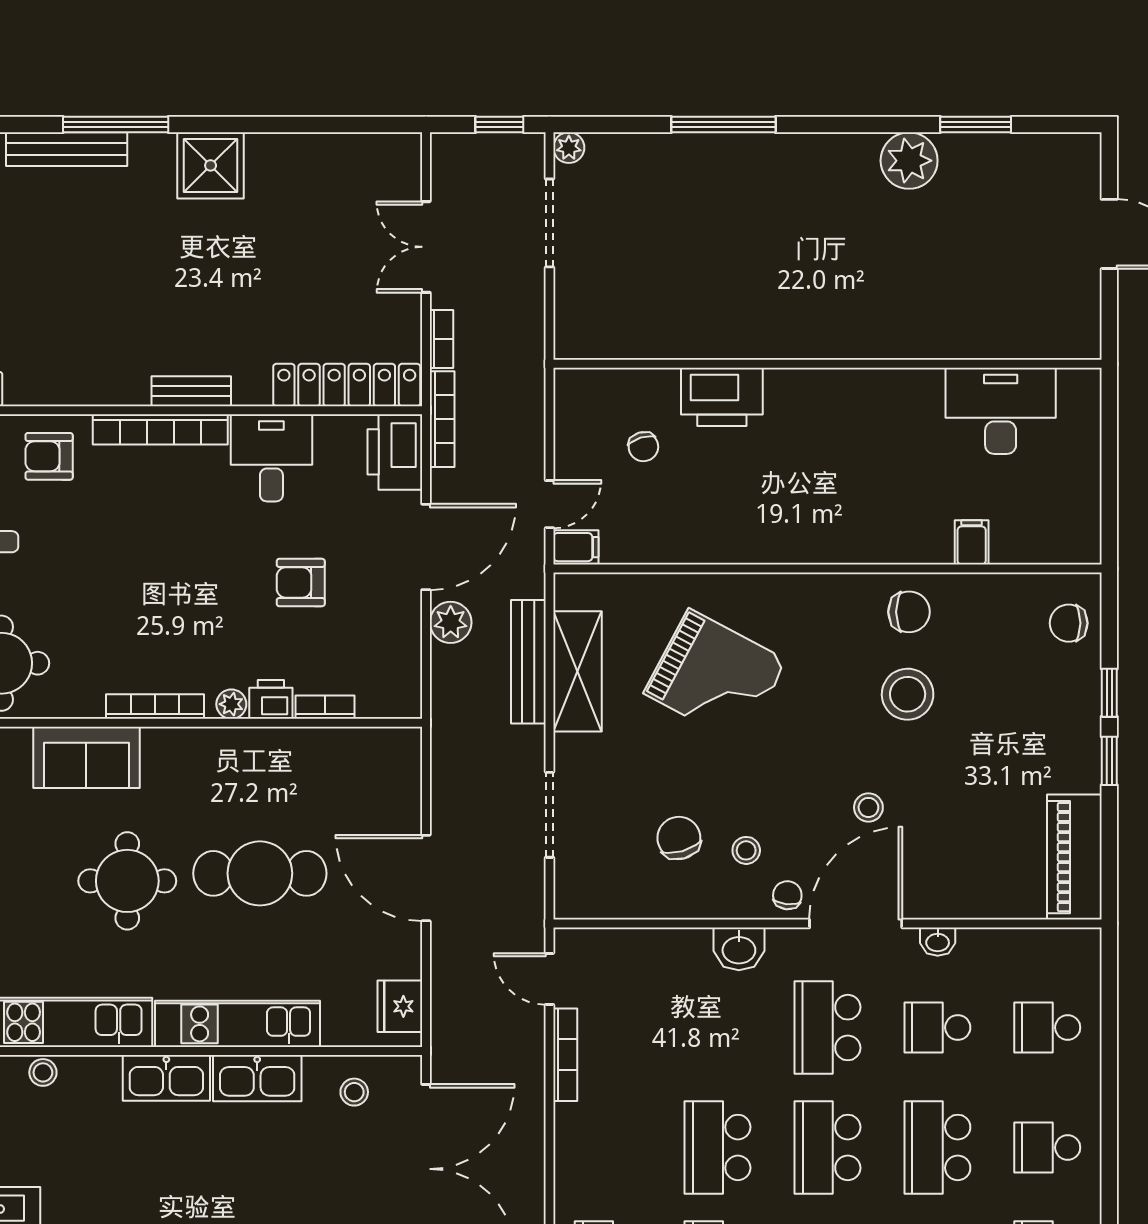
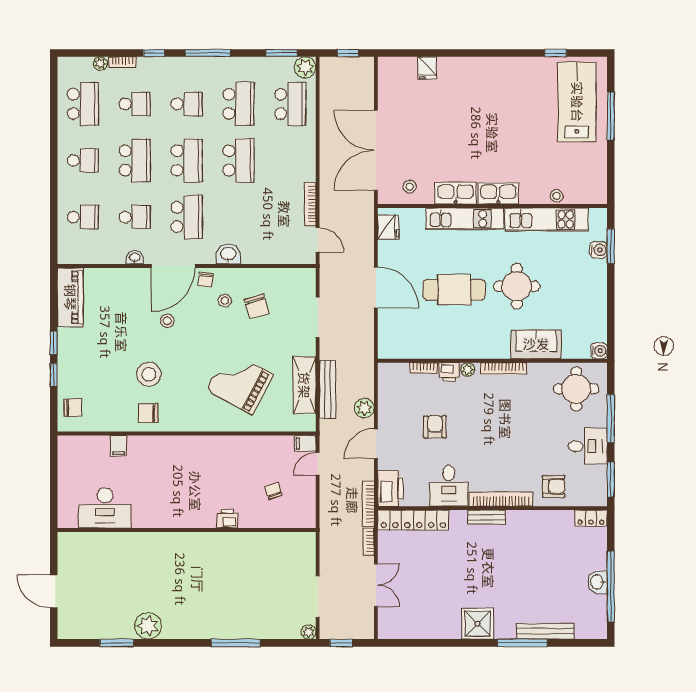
printer: (722, 397) -> (227, 519), width x0.53, depth x0.68
door: (426, 547) -> (376, 444), width x0.73
armchair: (301, 583) -> (435, 427), turned -90

